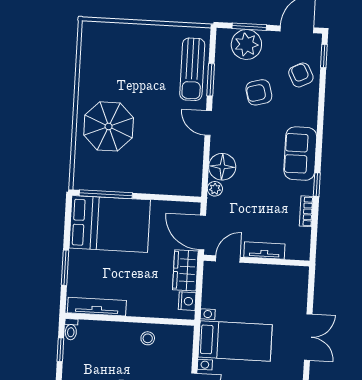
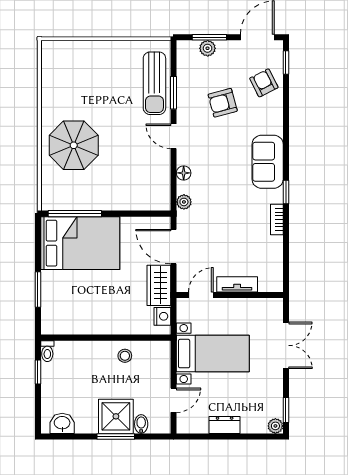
plant: (246, 44) -> (208, 48), width x0.53, depth x0.53
floor lamp: (222, 167) -> (184, 173), width x0.53, depth x0.53
tv unit: (264, 251) -> (237, 284), moved
door: (228, 259) -> (201, 295), moved
wall: (257, 261) -> (230, 295), moved
tv unit: (97, 307) -> (72, 327), removed

